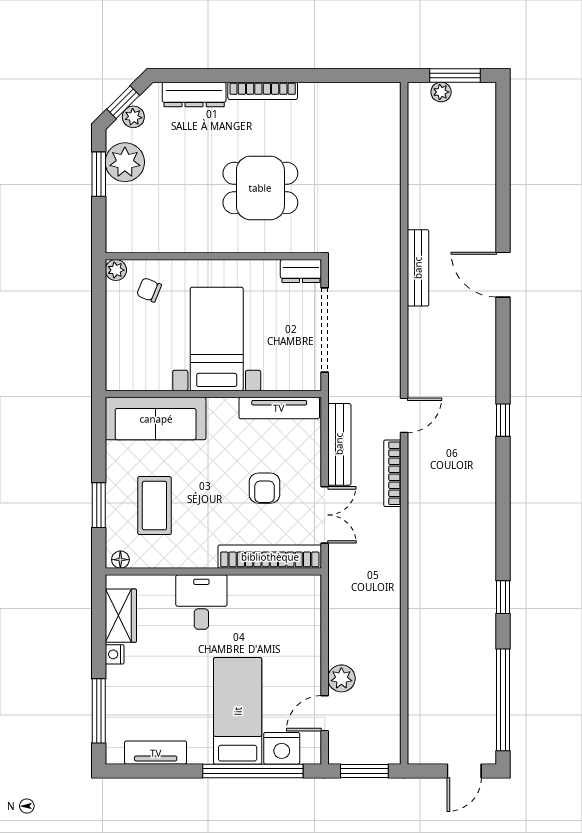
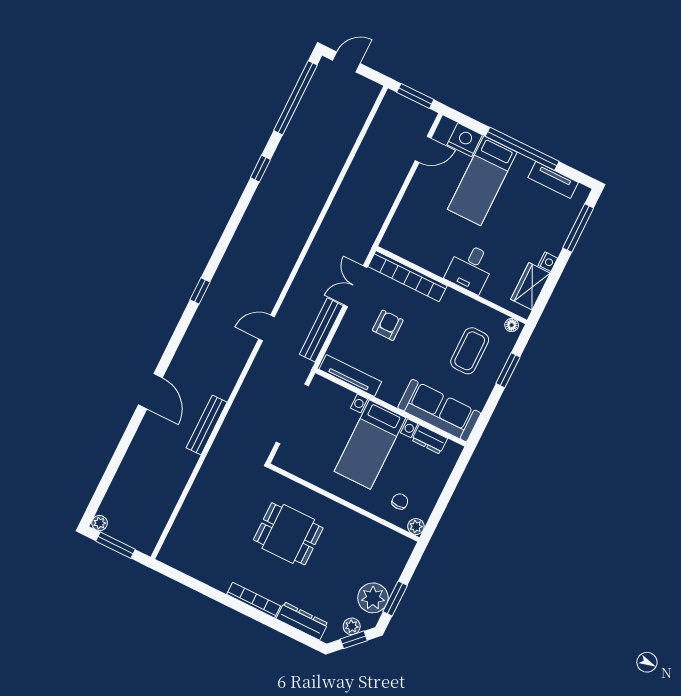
plant: (441, 92) -> (100, 523), moved
dresser: (301, 271) -> (430, 439), moved, turned 180
chair: (149, 290) -> (400, 501), turned -112
bookcase: (392, 473) -> (294, 292), removed
plant: (341, 678) -> (400, 168), removed
window: (253, 771) -> (522, 149), moved

